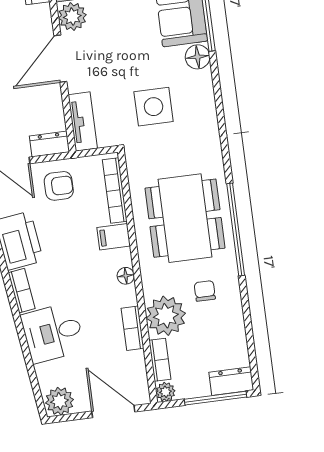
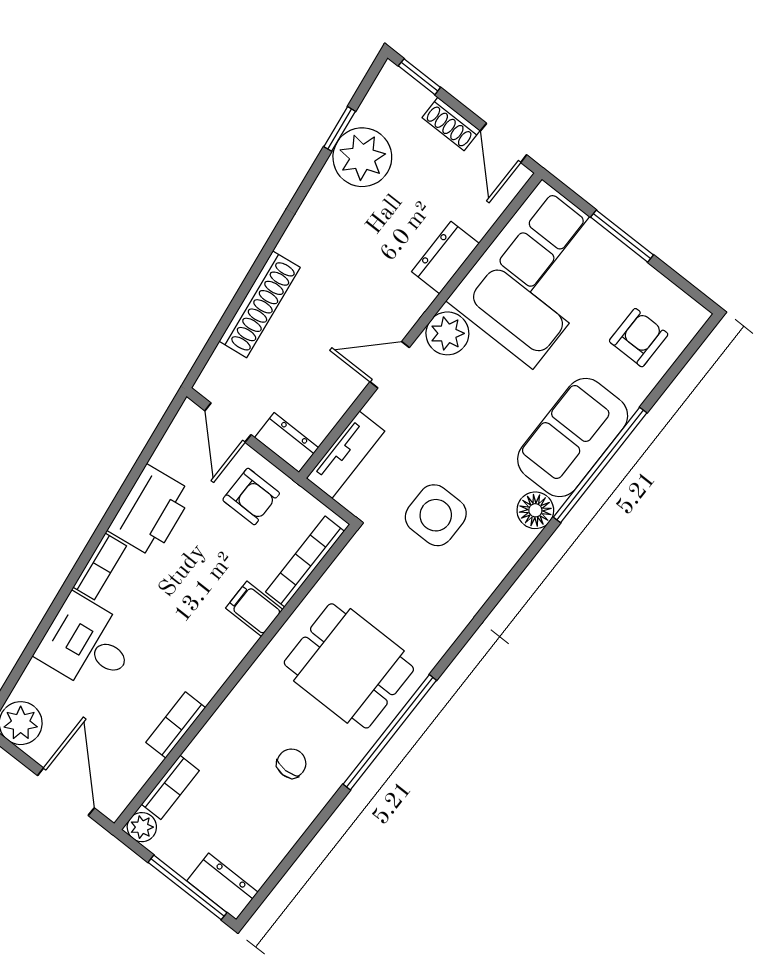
door: (60, 59) -> (390, 365), width x0.73
dining table: (185, 218) -> (349, 666), width x0.73
floor lamp: (126, 276) -> (225, 663), removed
plant: (166, 316) -> (224, 748), removed

